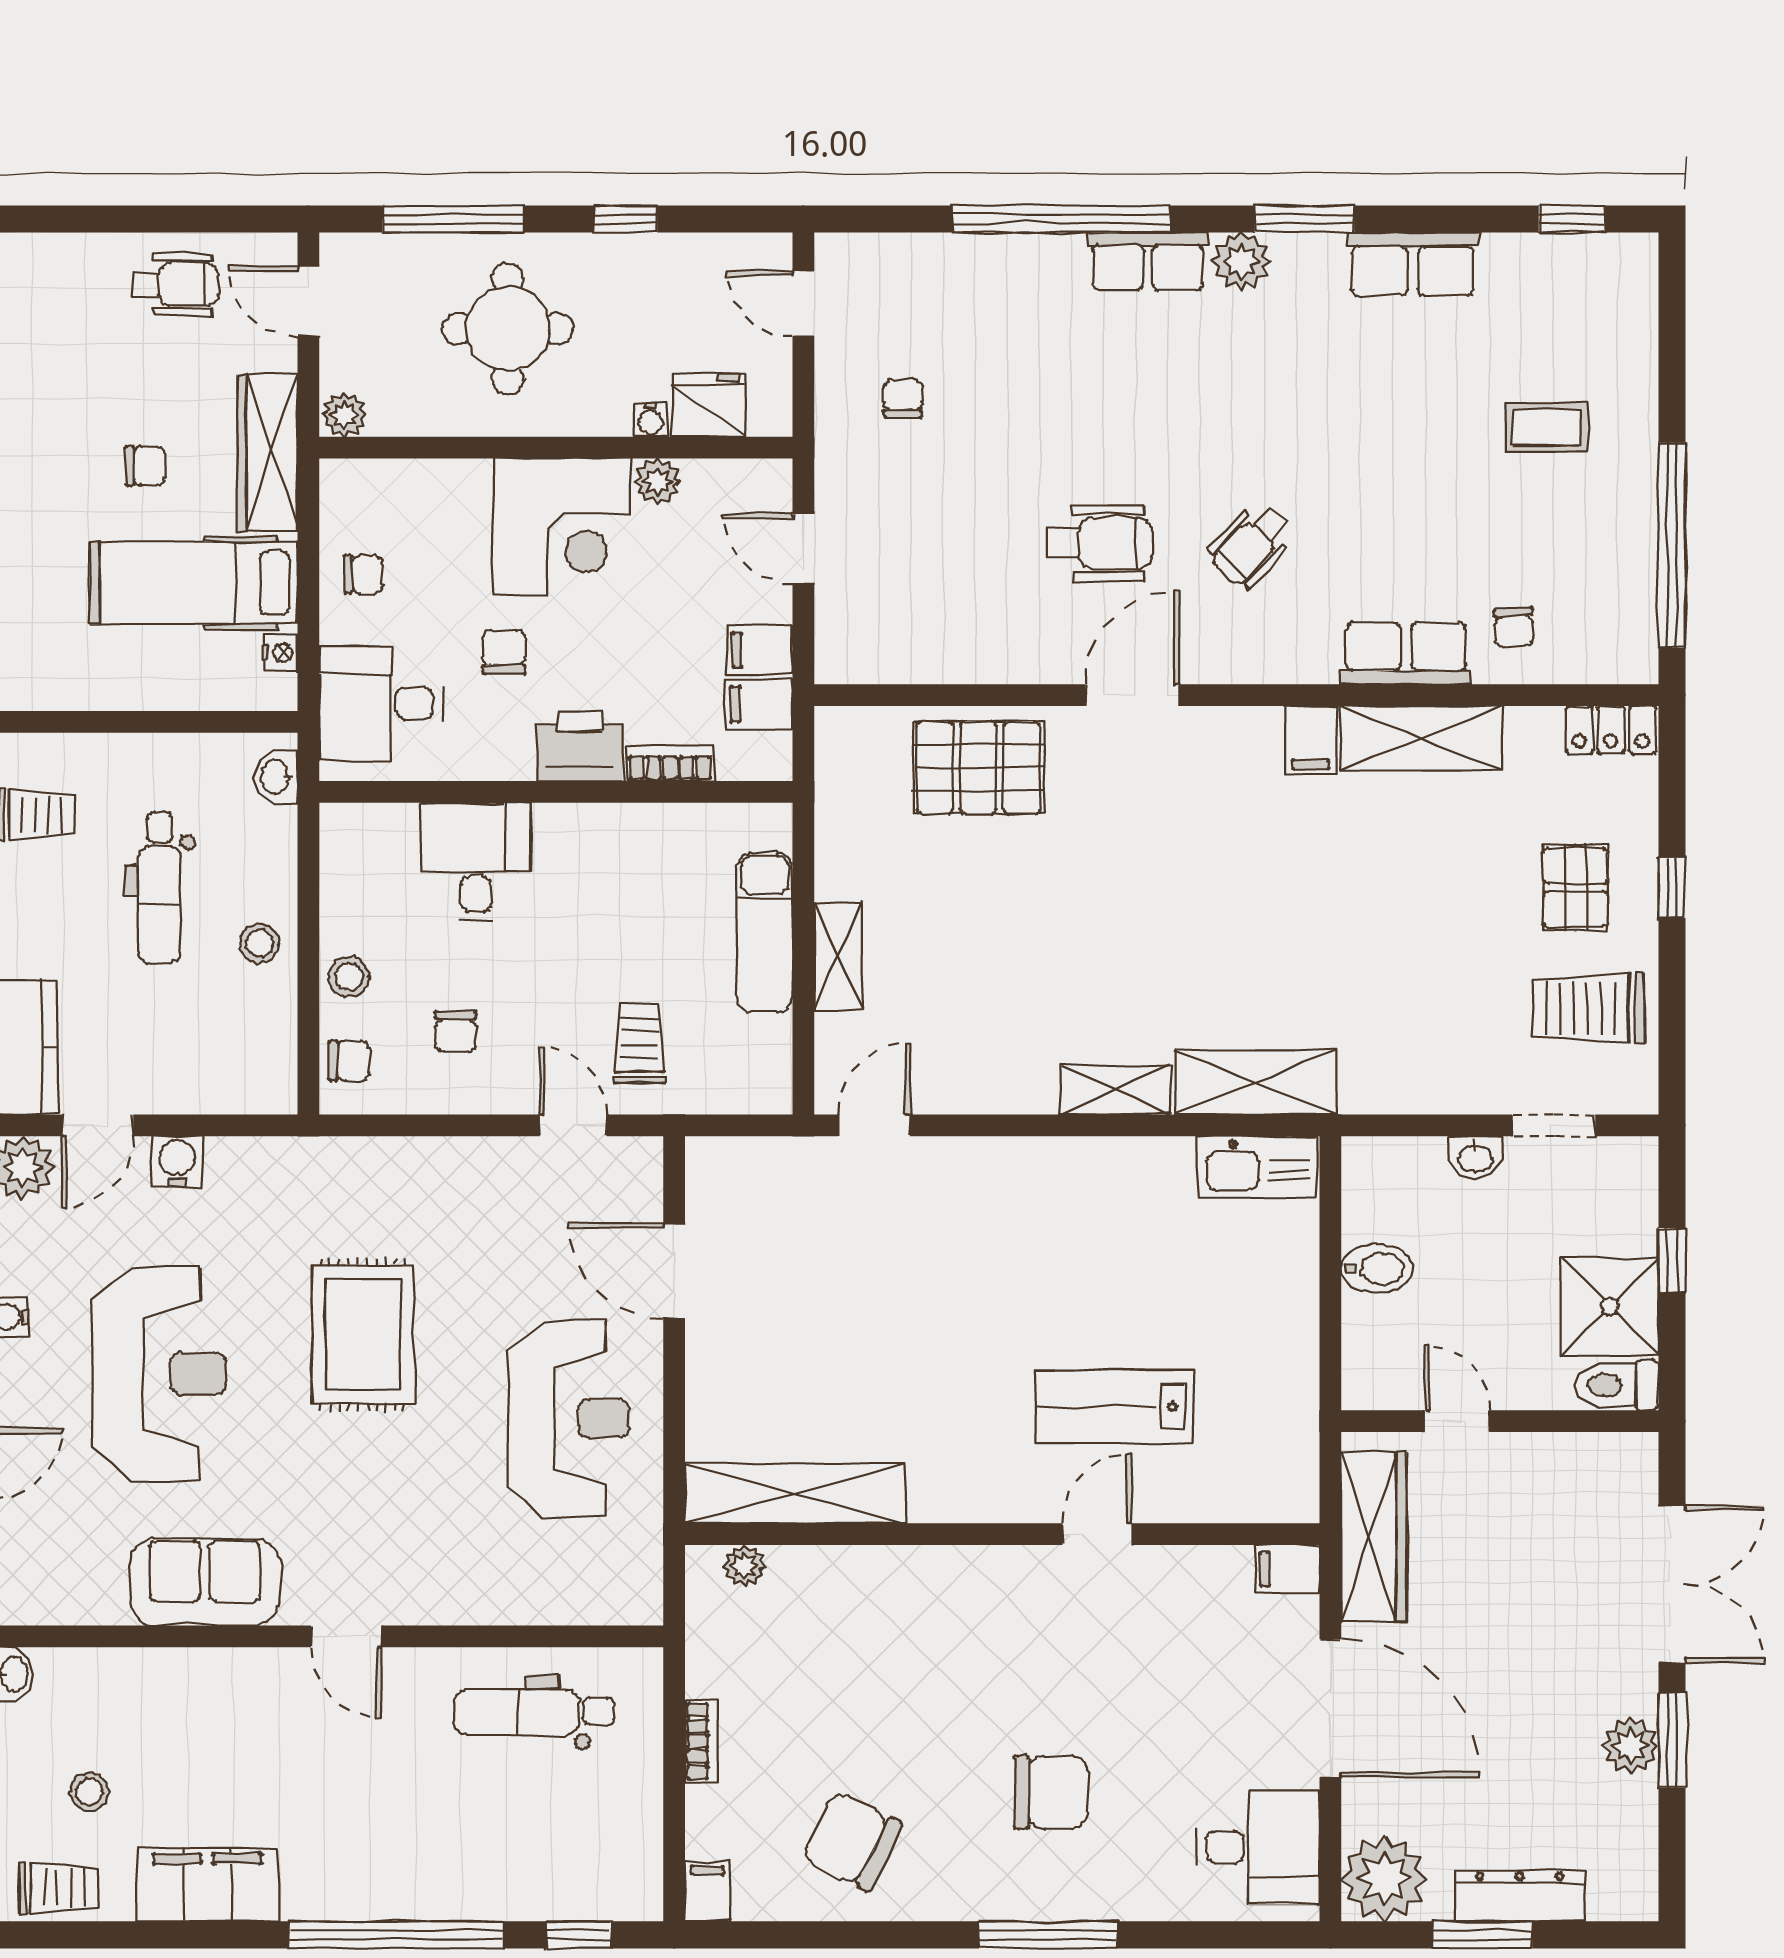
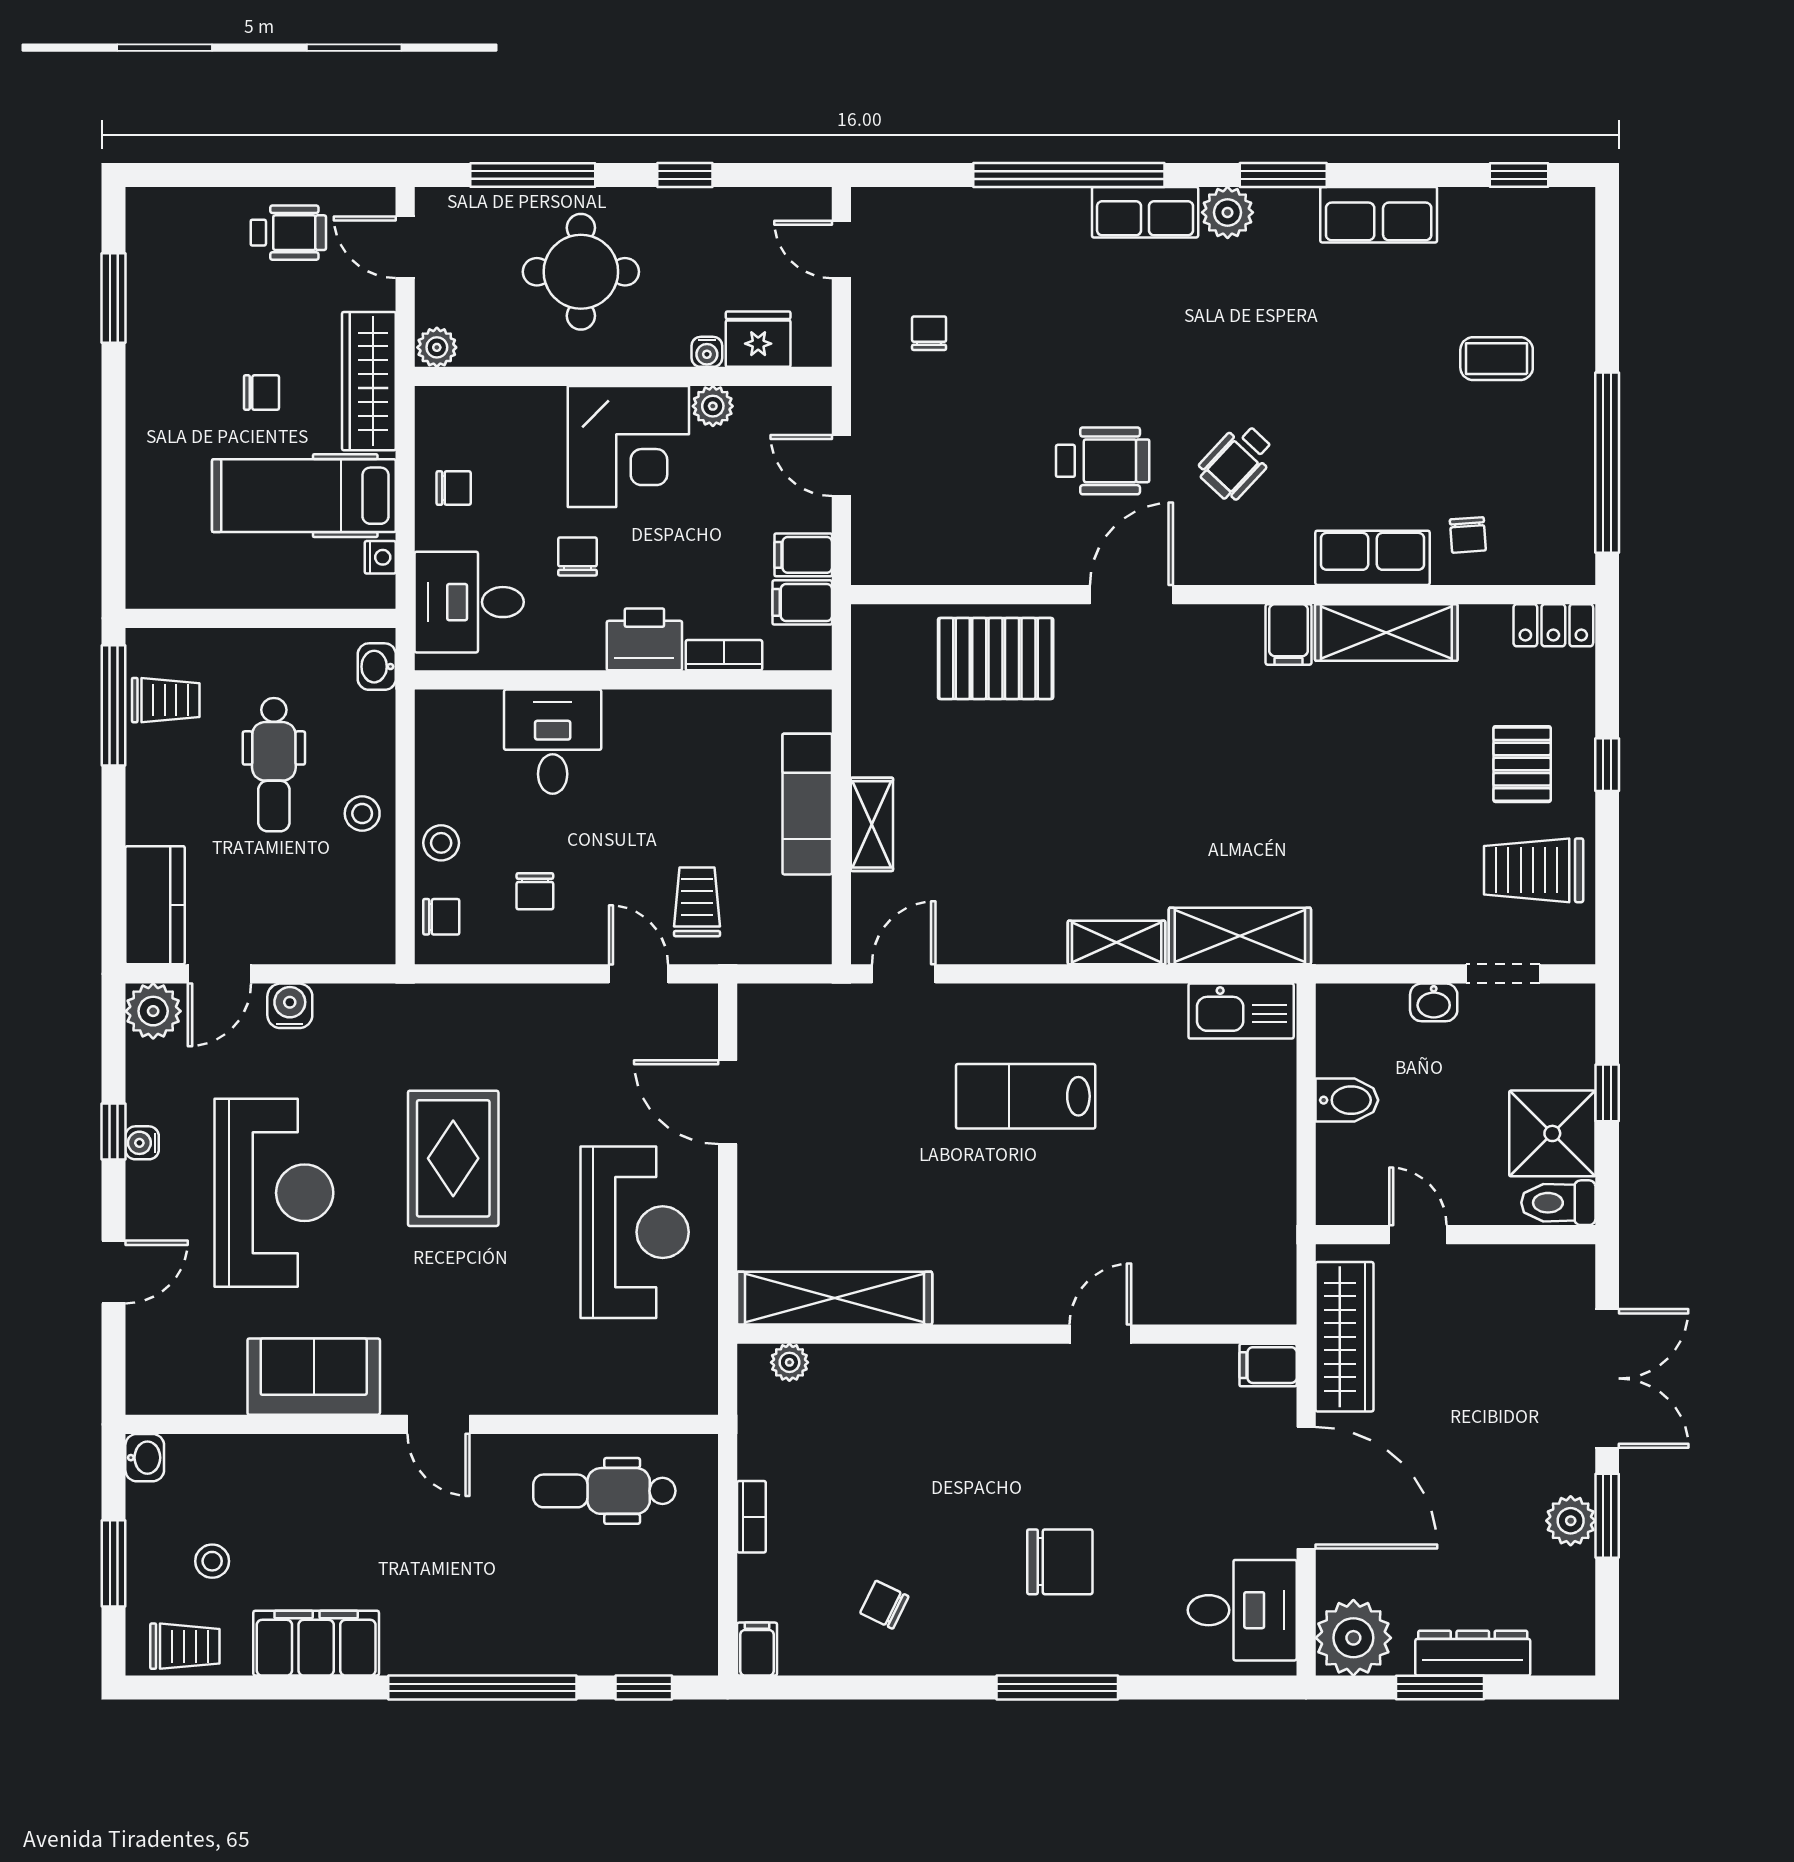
lab bench: (1114, 1407) -> (1026, 1096), moved
chair: (852, 1841) -> (884, 1605), width x0.54, depth x0.54

